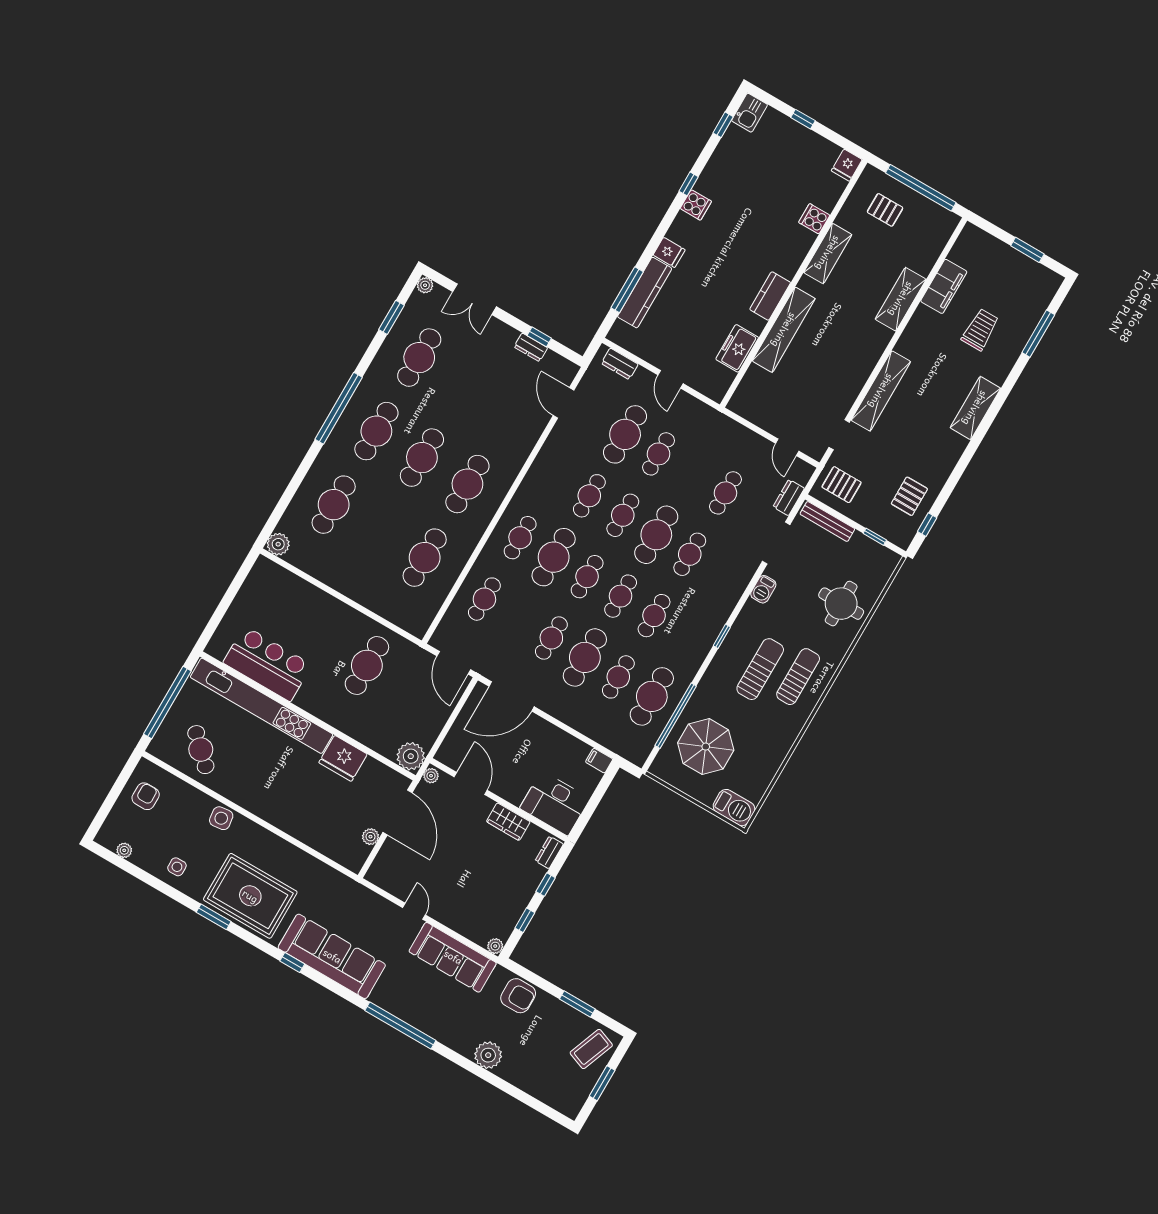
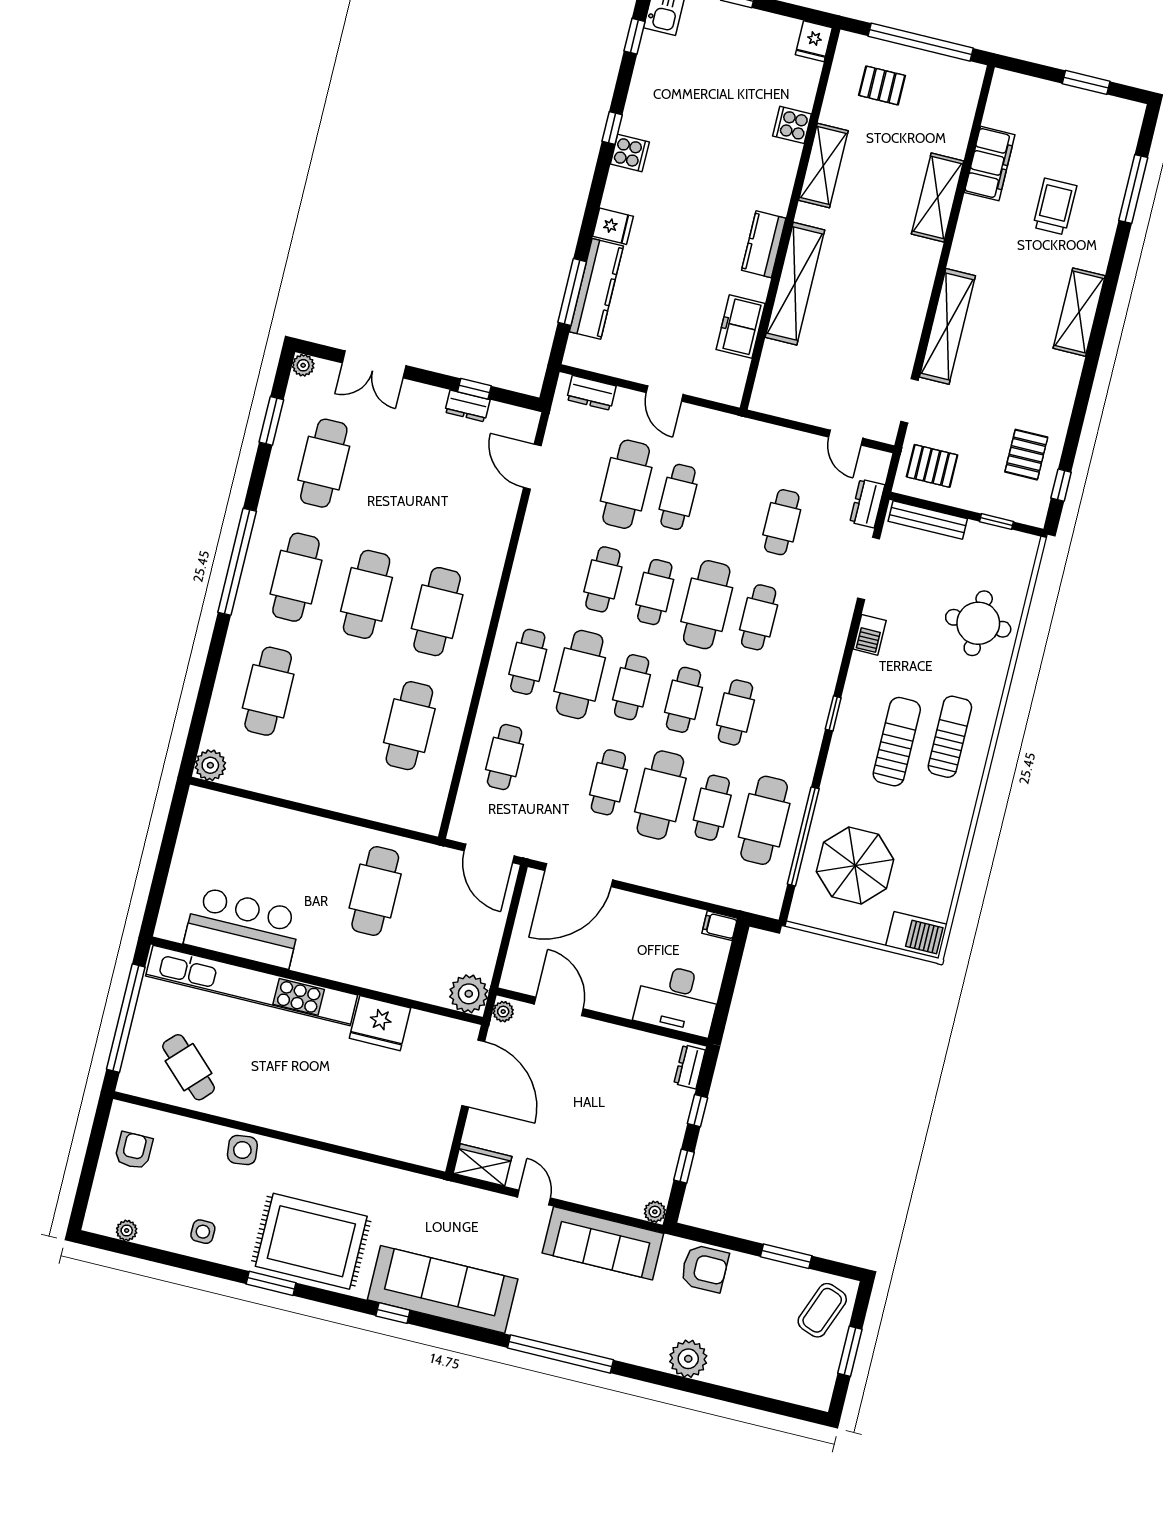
wardrobe: (508, 822) -> (482, 1165), moved, turned 180
plant: (370, 837) -> (447, 1116), removed

